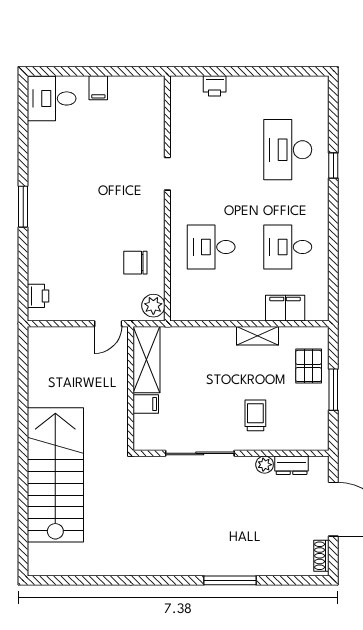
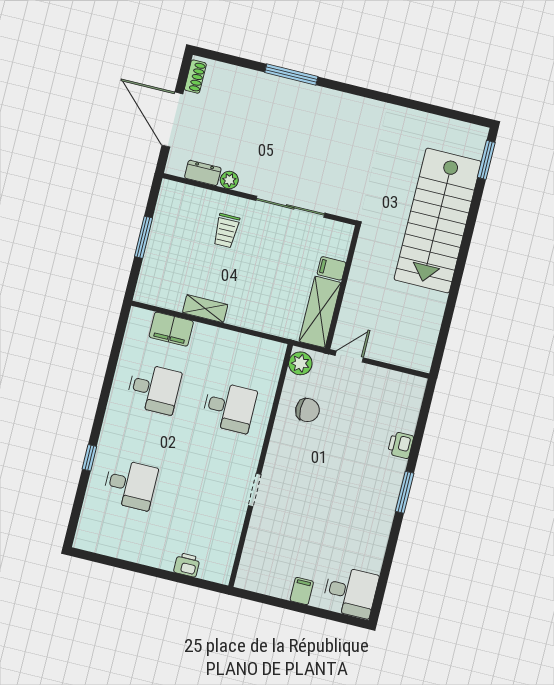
desk: (288, 150) -> (130, 484), width x0.73
printer: (38, 296) -> (401, 445), moved
pallet: (309, 366) -> (162, 266), removed
window: (23, 544) -> (486, 160), added

